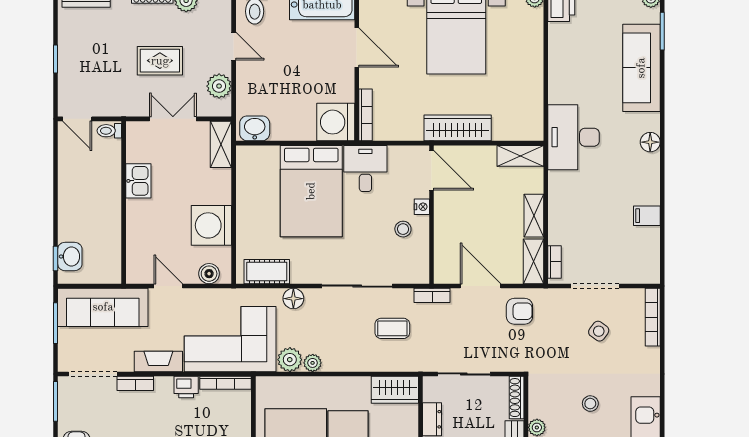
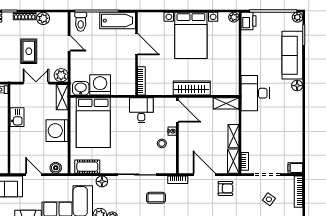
rug: (160, 61) -> (29, 51), turned 90
plant: (219, 86) -> (61, 75), moved
washing machine: (336, 122) -> (100, 85), moved, turned 90
floor lamp: (650, 142) -> (297, 86), moved
bed: (311, 191) -> (93, 123), moved
filing cabinet: (647, 216) -> (295, 168), moved
washing machine: (211, 225) -> (57, 131), moved

